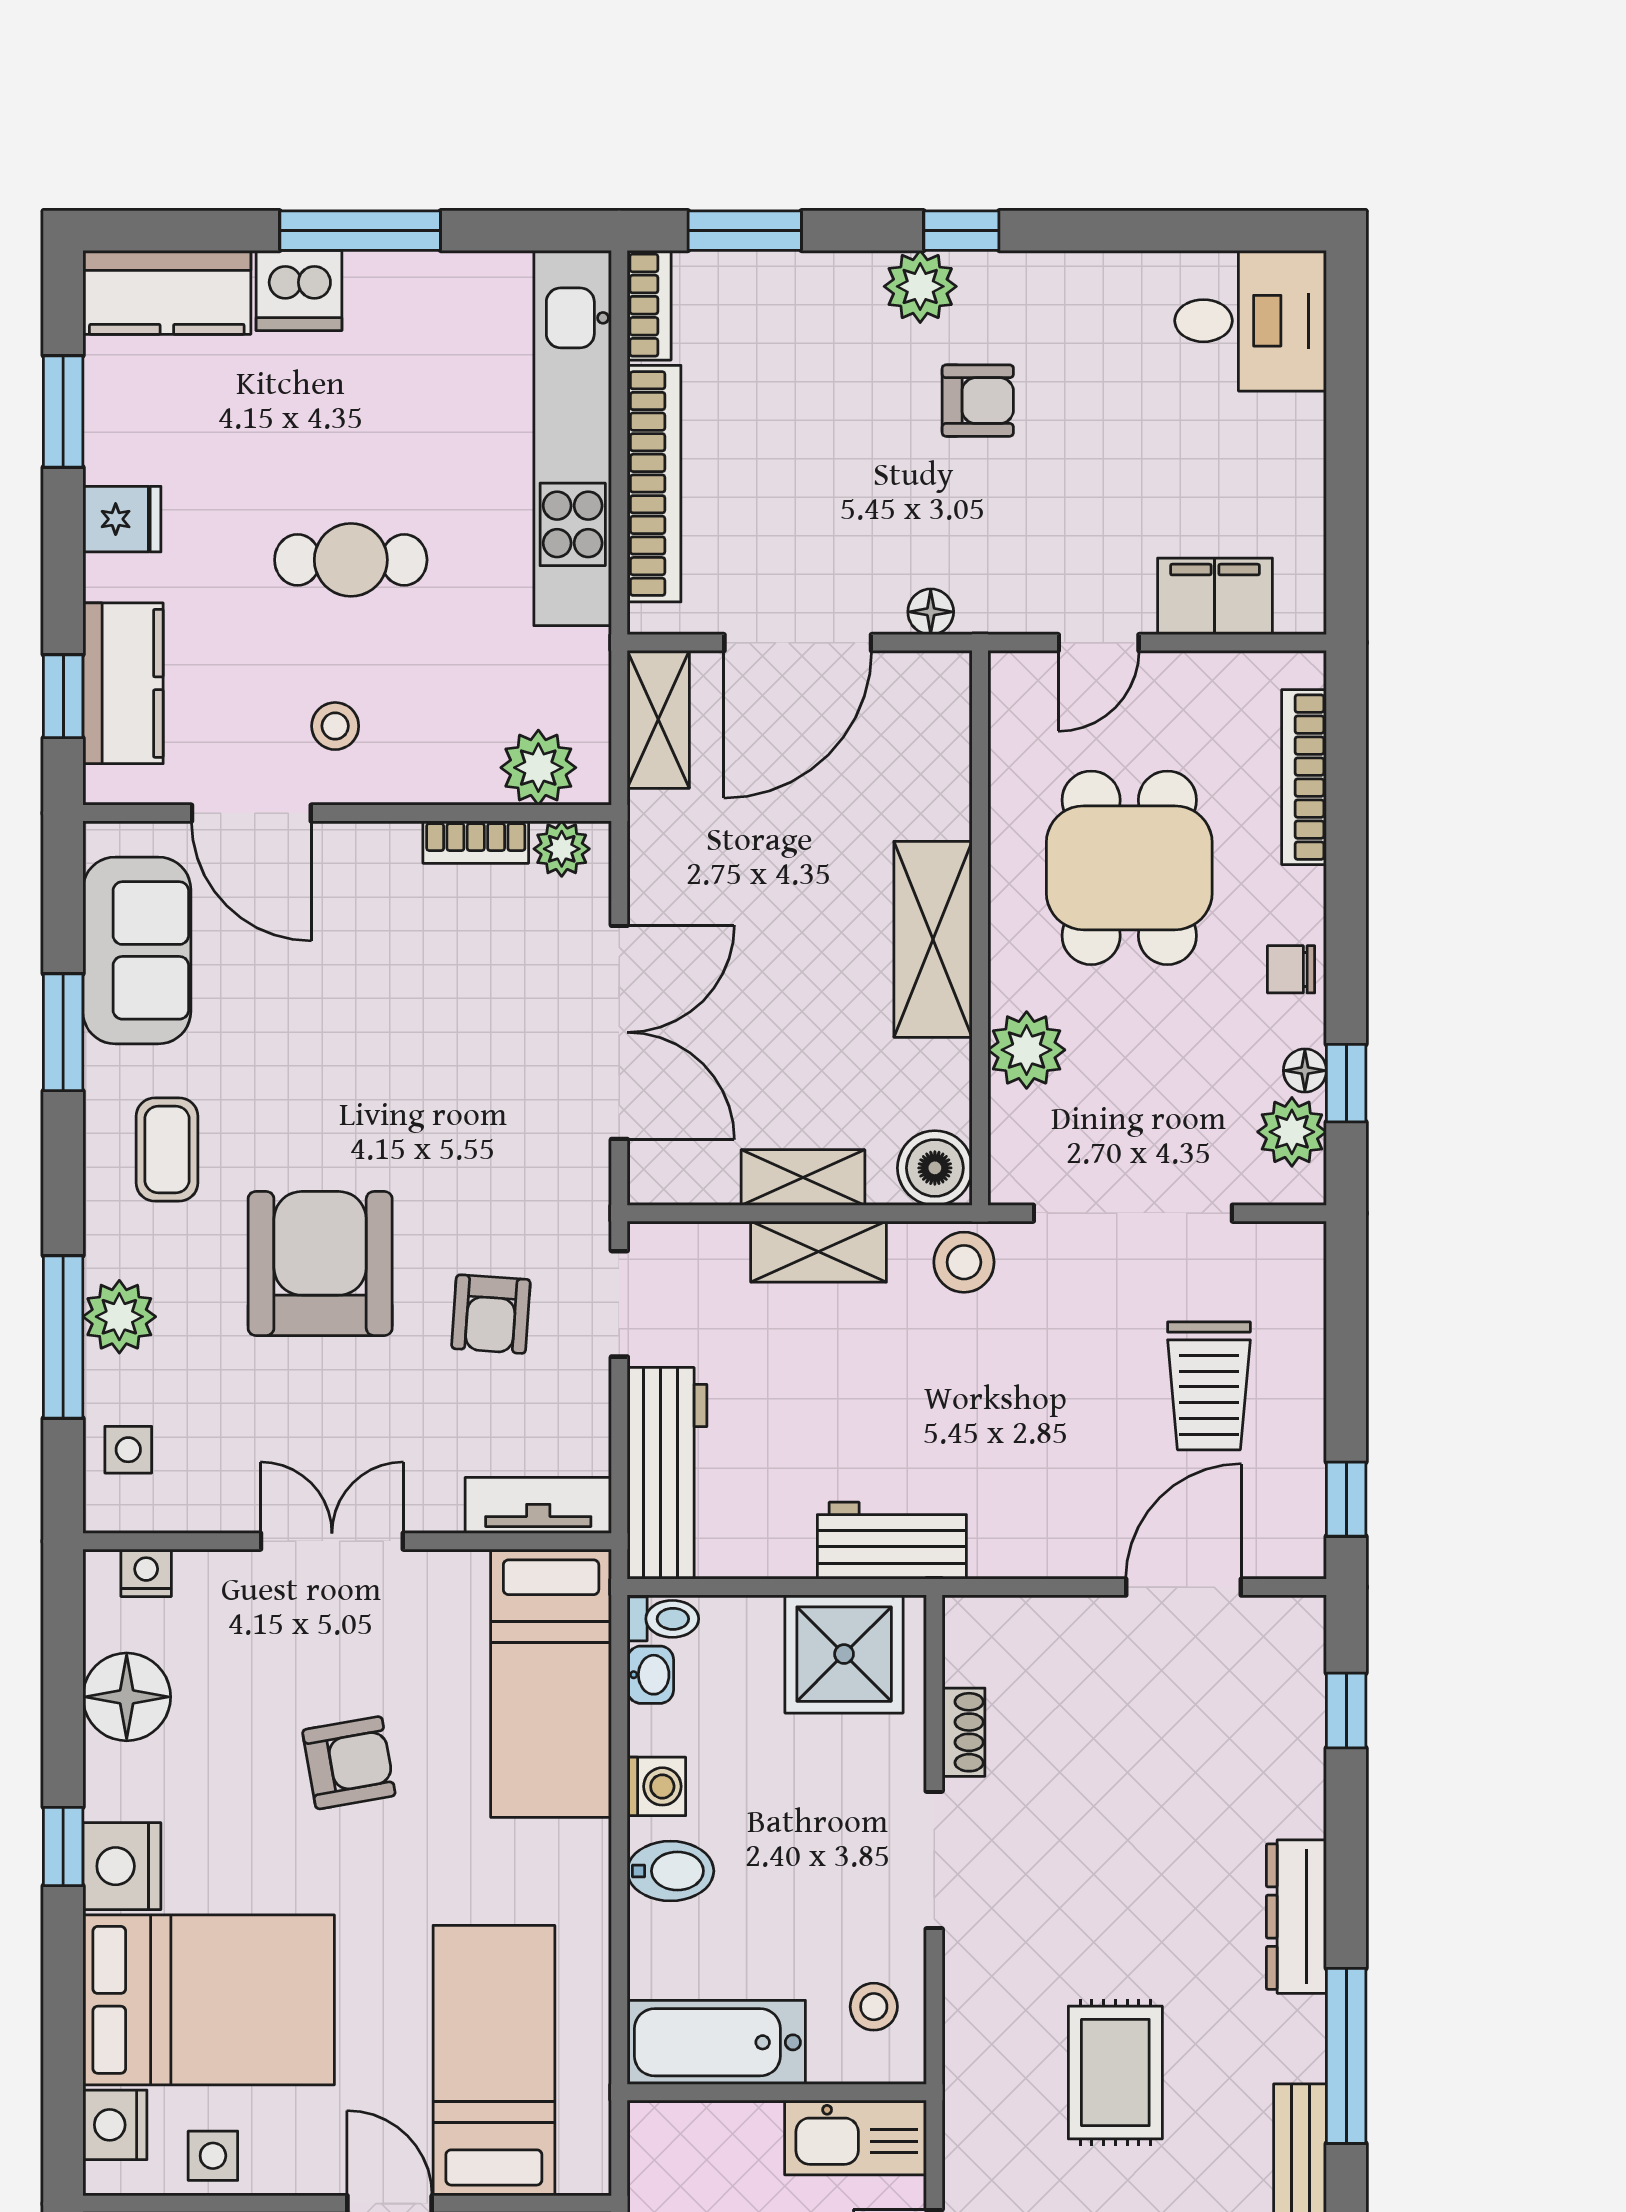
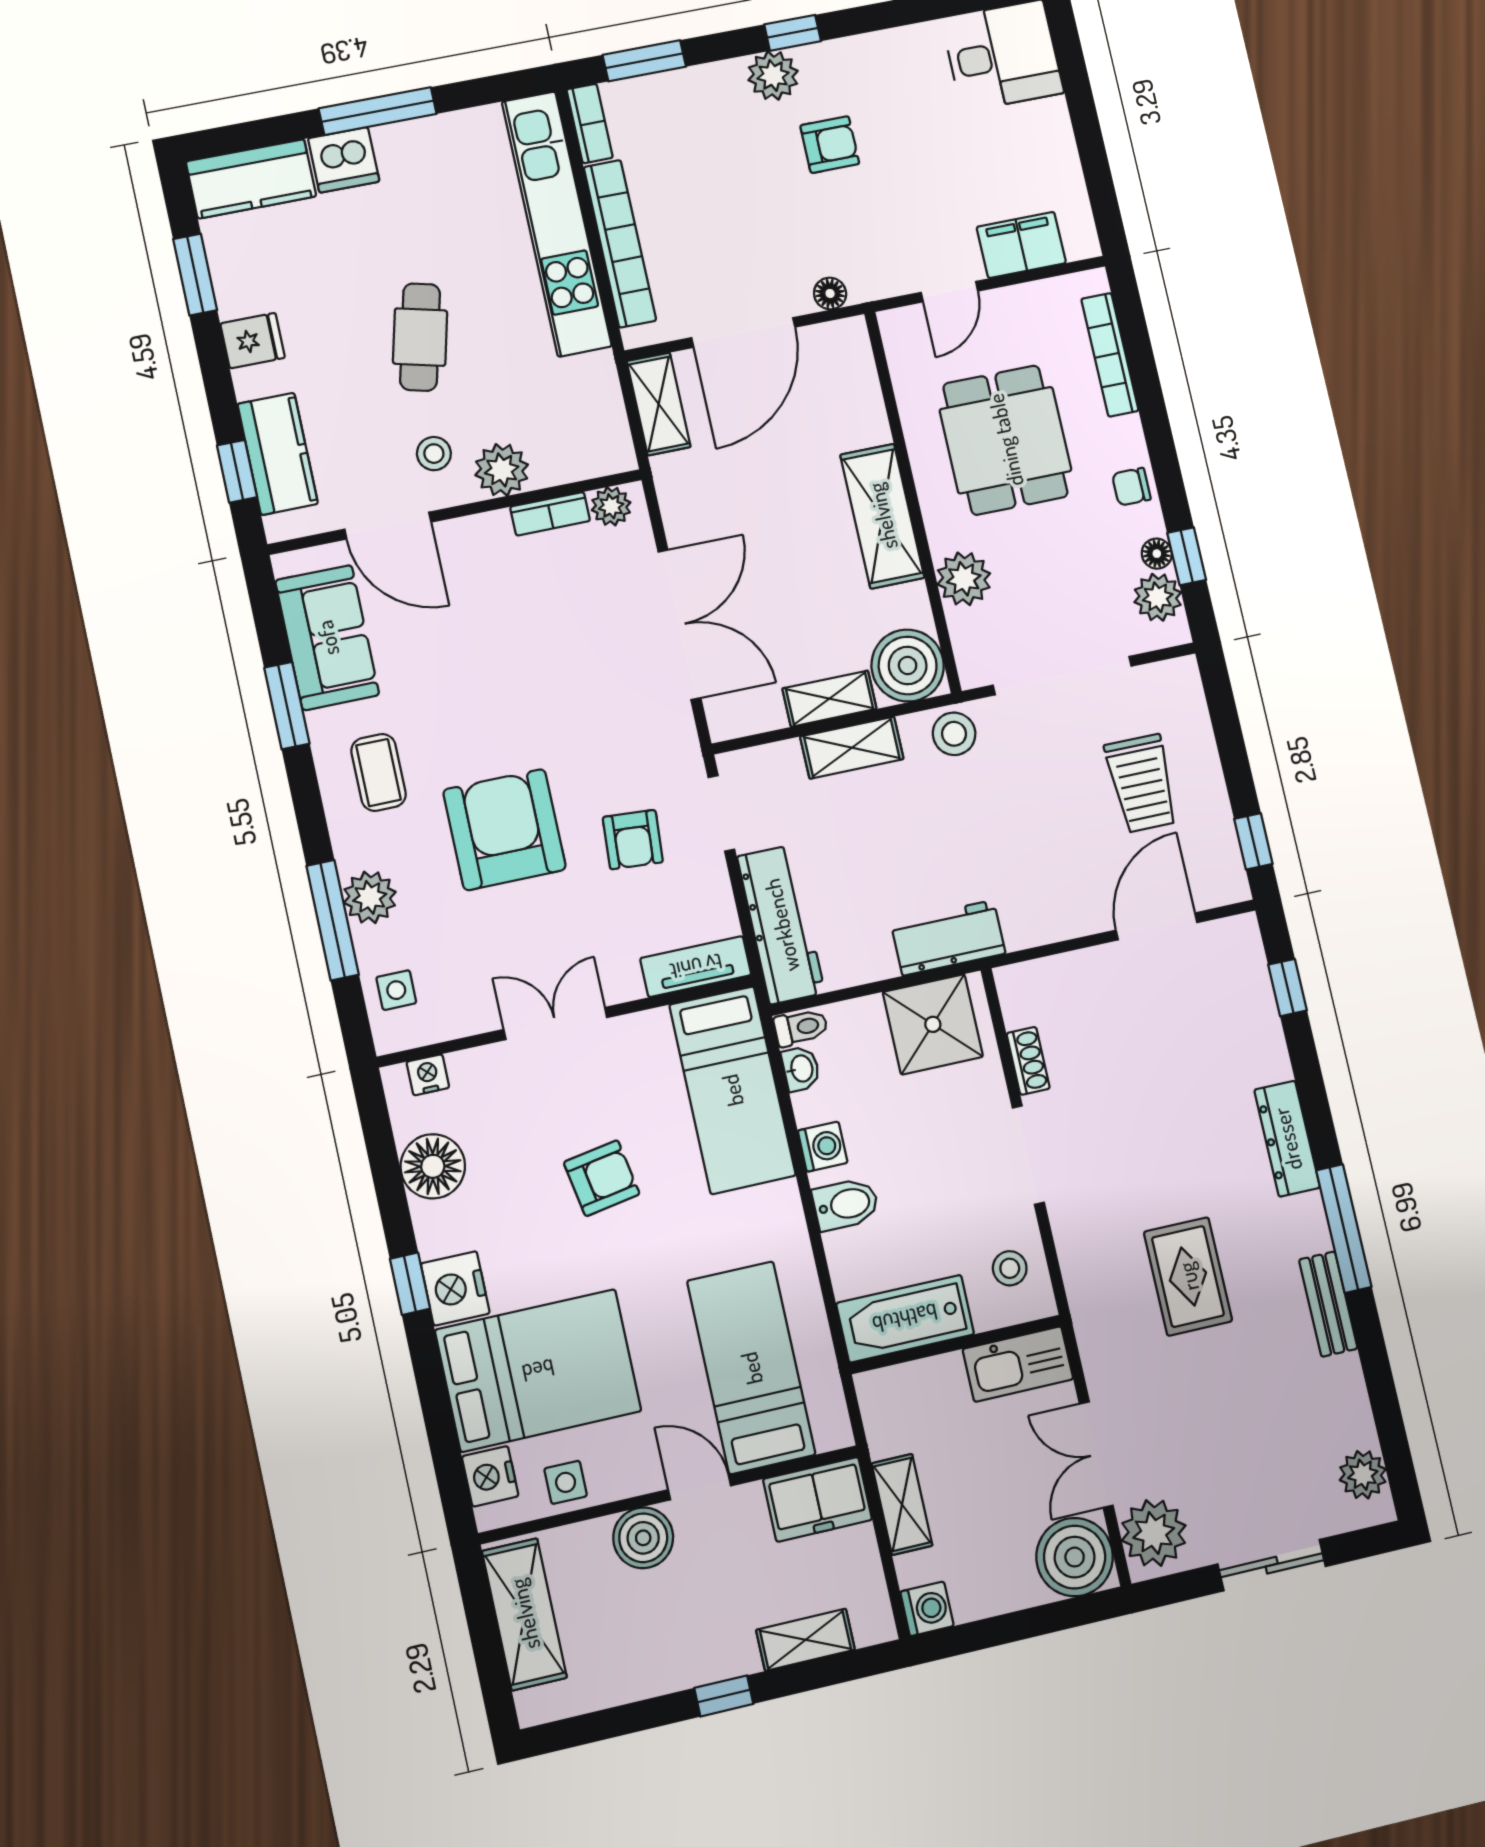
cafe table: (351, 560) -> (420, 337), turned -76
plant: (538, 768) -> (502, 470), moved
boiler: (935, 1168) -> (908, 665), width x1.37, depth x1.37

